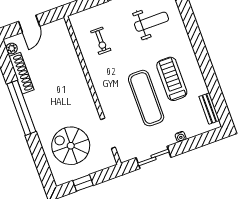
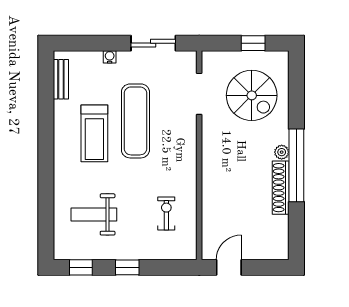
door: (29, 24) -> (229, 267), moved
plant: (12, 48) -> (282, 152), moved
shoe rack: (21, 73) -> (281, 188), moved

